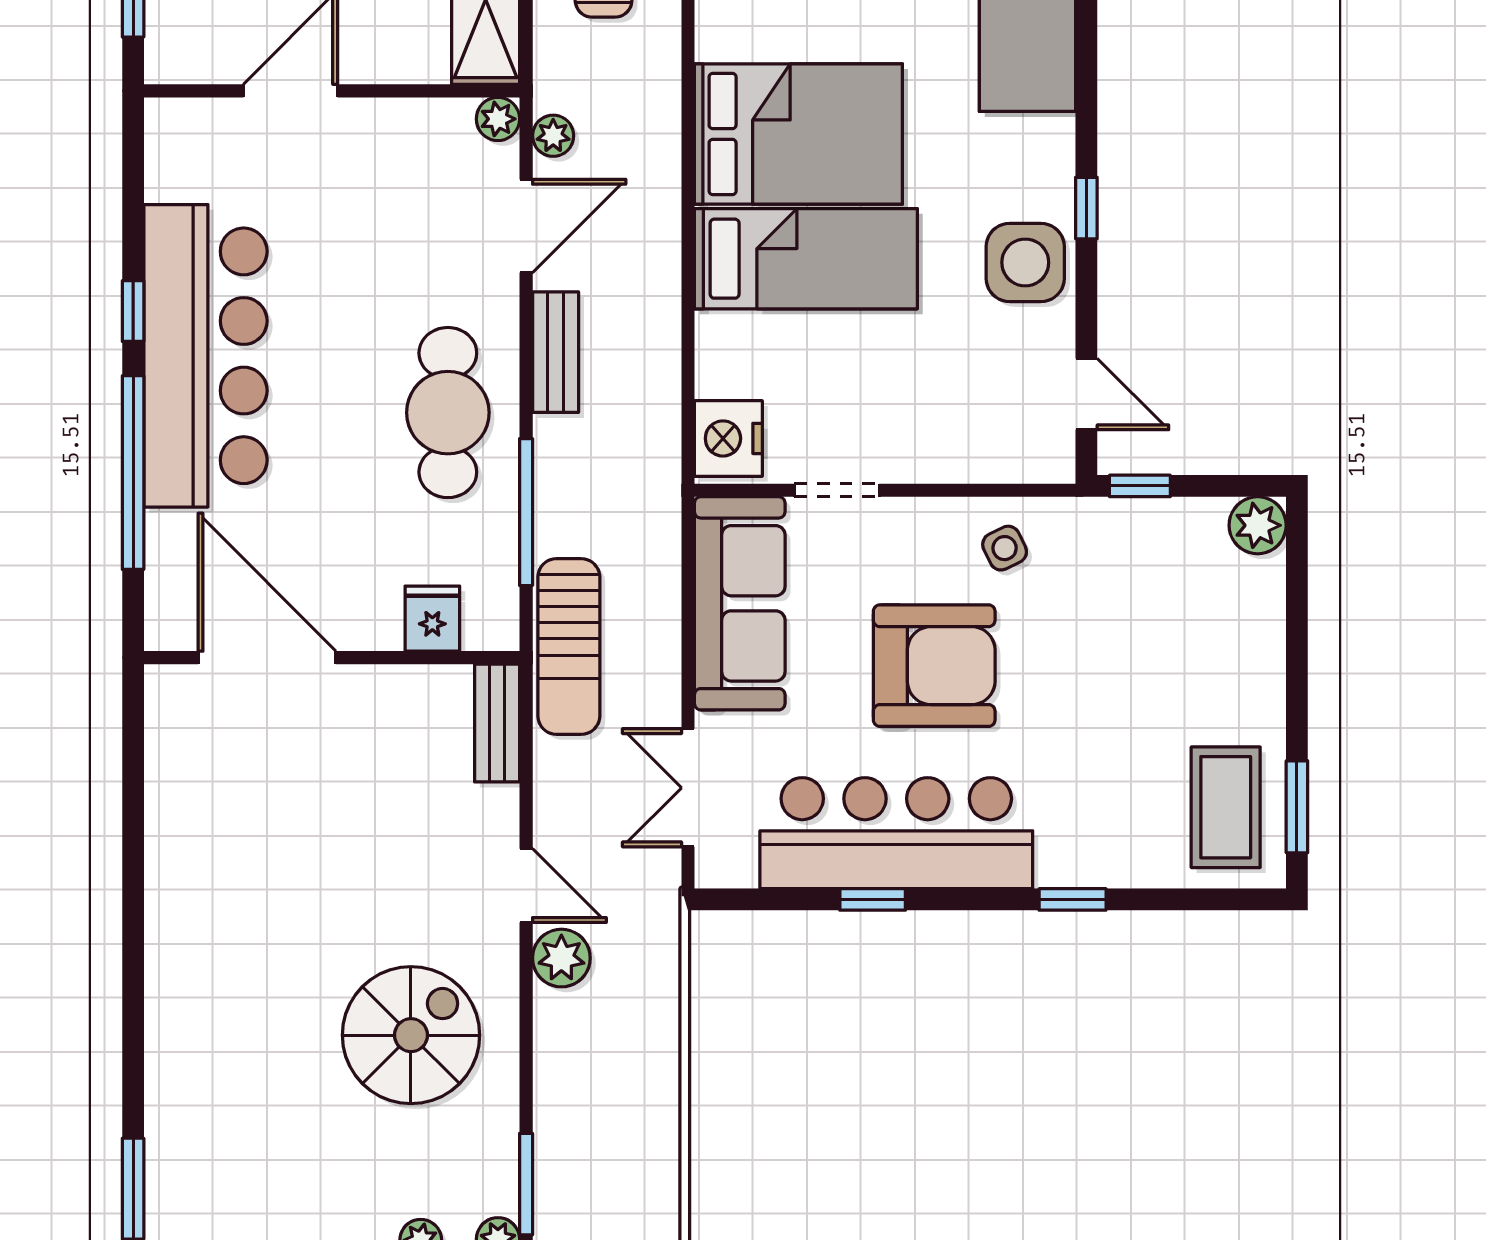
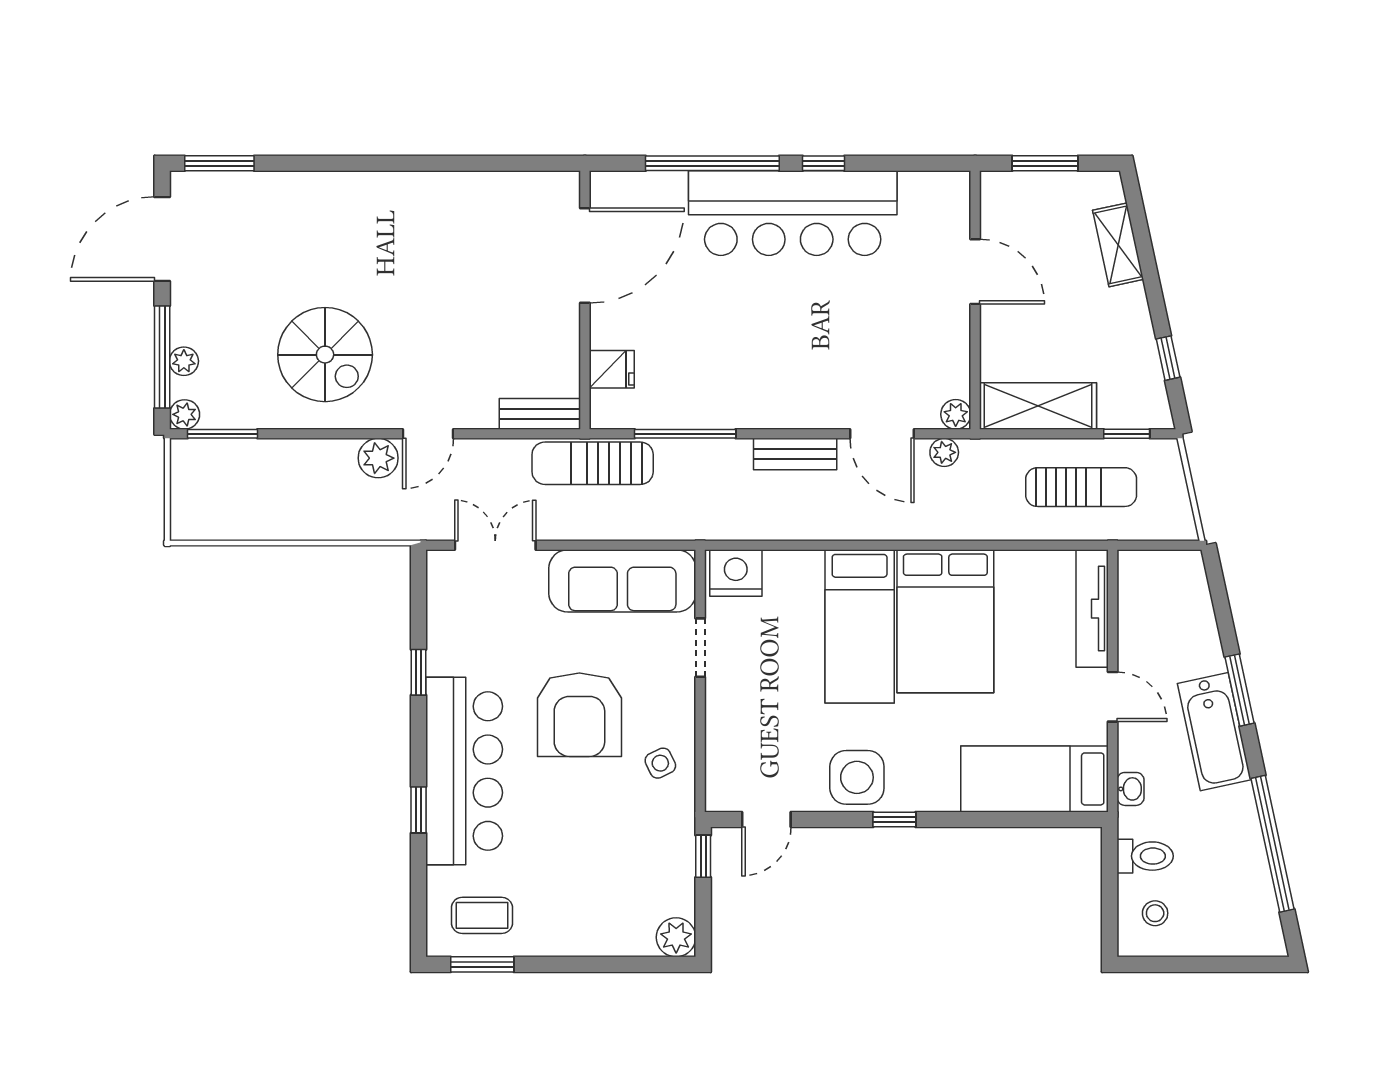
cafe table: (448, 413) -> (754, 380), removed
coffee table: (1226, 807) -> (482, 915), width x0.73, depth x0.77
bar counter: (896, 833) -> (464, 771), moved

